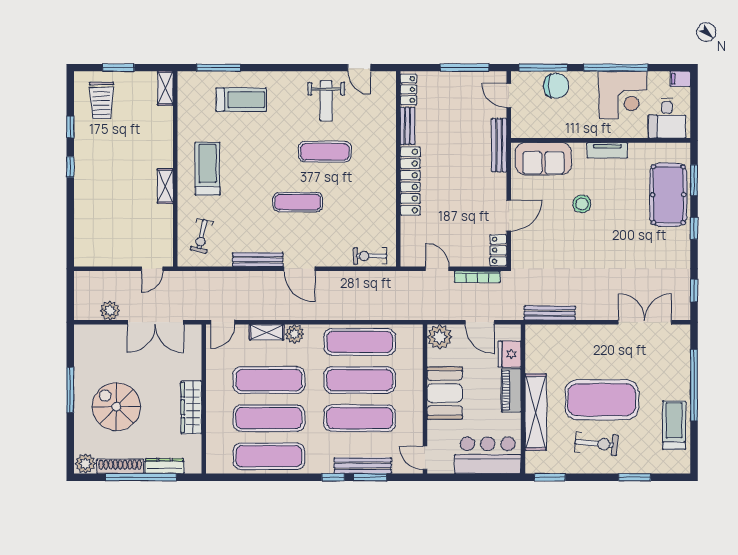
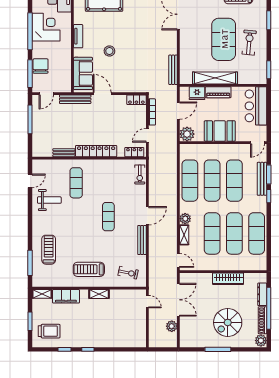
locker: (408, 89) -> (134, 152), moved
filing cabinet: (161, 129) -> (66, 296), added
exercise mat: (325, 152) -> (76, 183), moved
door: (509, 215) -> (102, 94), moved
shelving: (536, 412) -> (215, 78), moved

